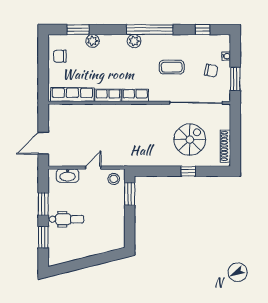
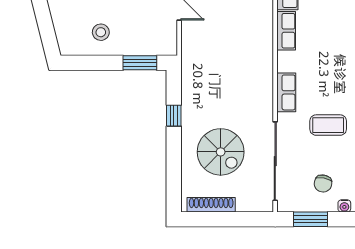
coffee table: (172, 67) -> (328, 125), turned 90
row of seats: (135, 95) -> (286, 92), moved
window: (188, 171) -> (174, 116), moved
stool: (114, 179) -> (101, 32), moved

